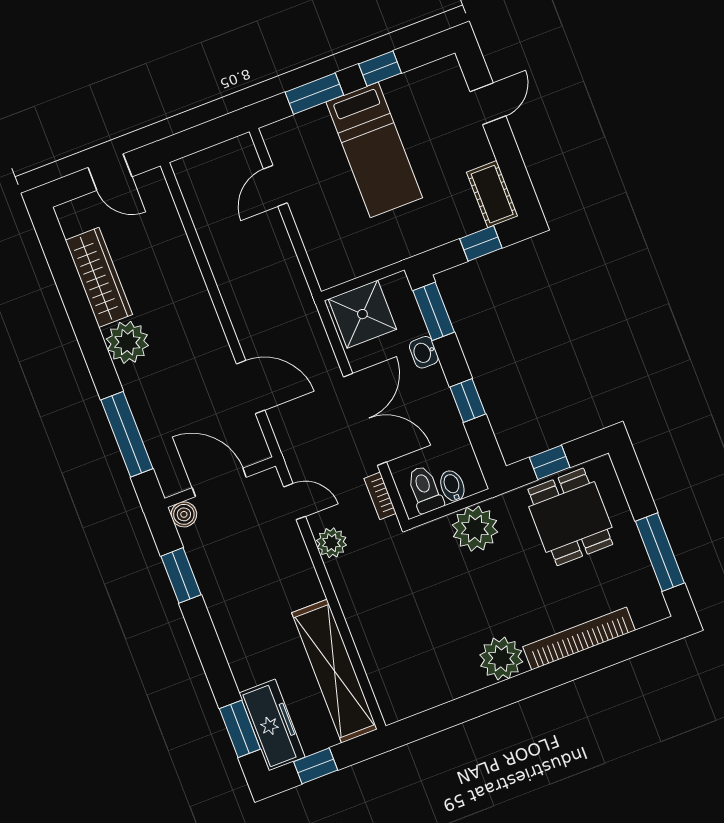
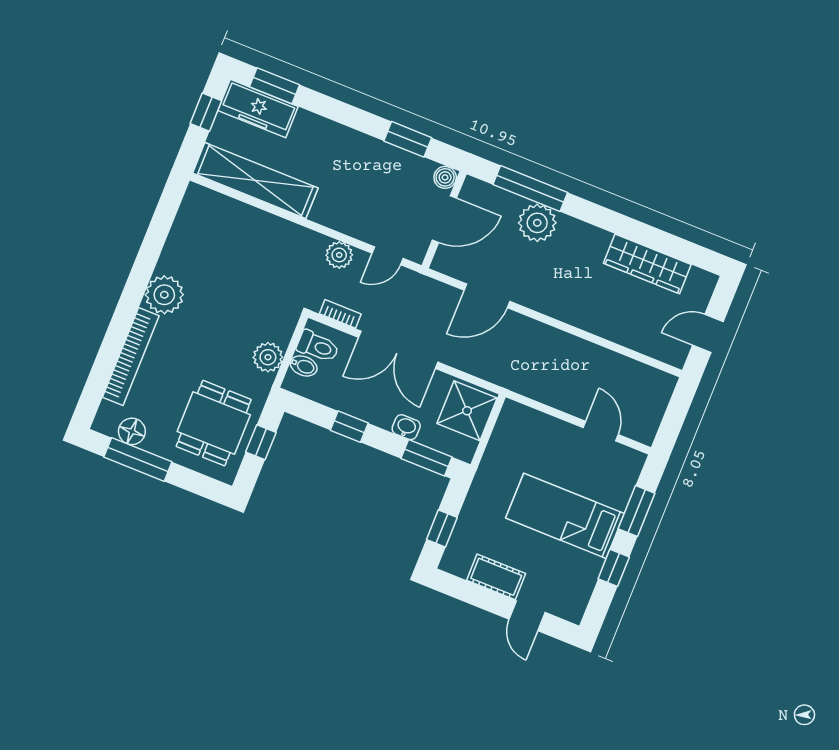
cot: (492, 194) -> (496, 577), moved
plant: (127, 342) -> (537, 223), moved
dining table: (570, 517) -> (214, 423), turned 90
plant: (475, 529) -> (268, 357), width x0.73, depth x0.73
floor lamp: (641, 579) -> (132, 431), added

